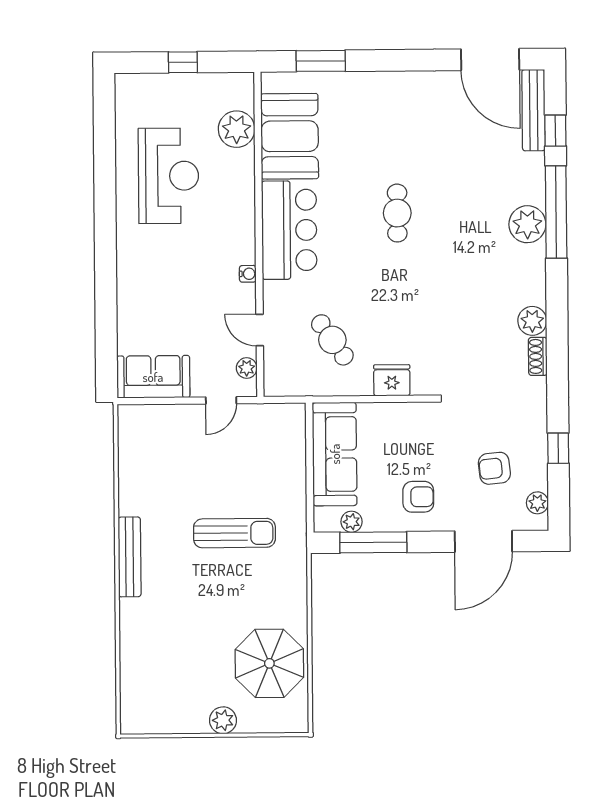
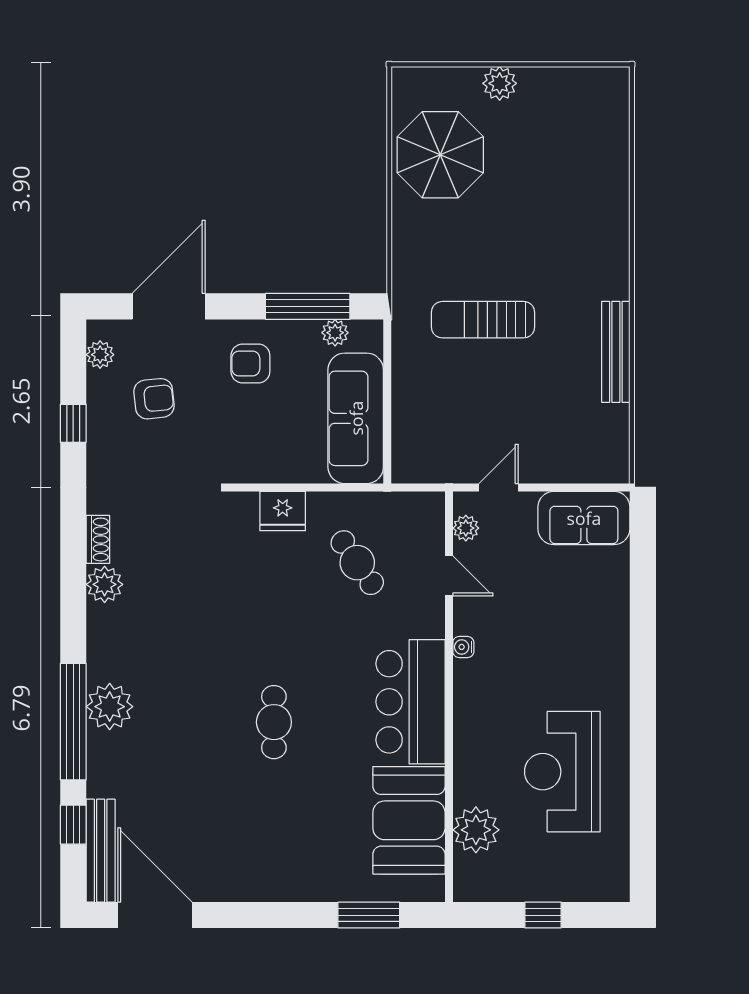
bench: (130, 557) -> (616, 352), moved

